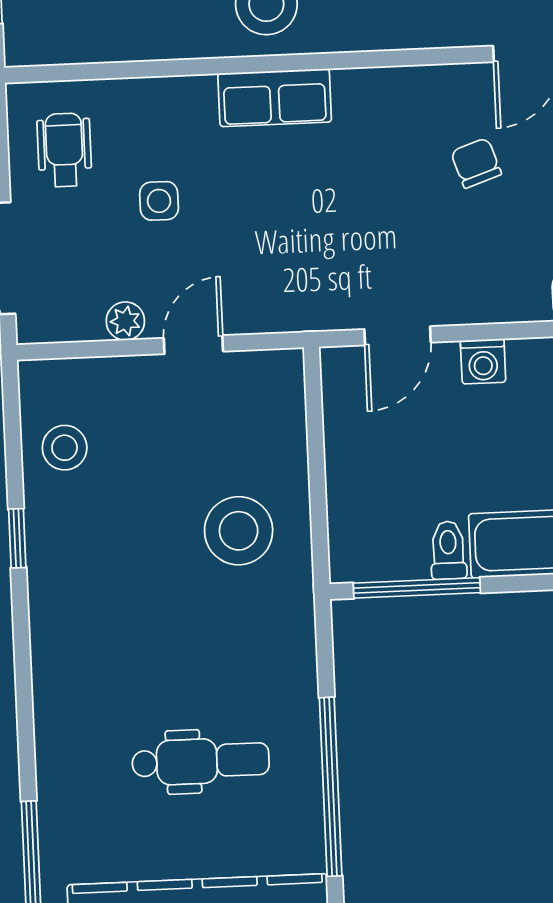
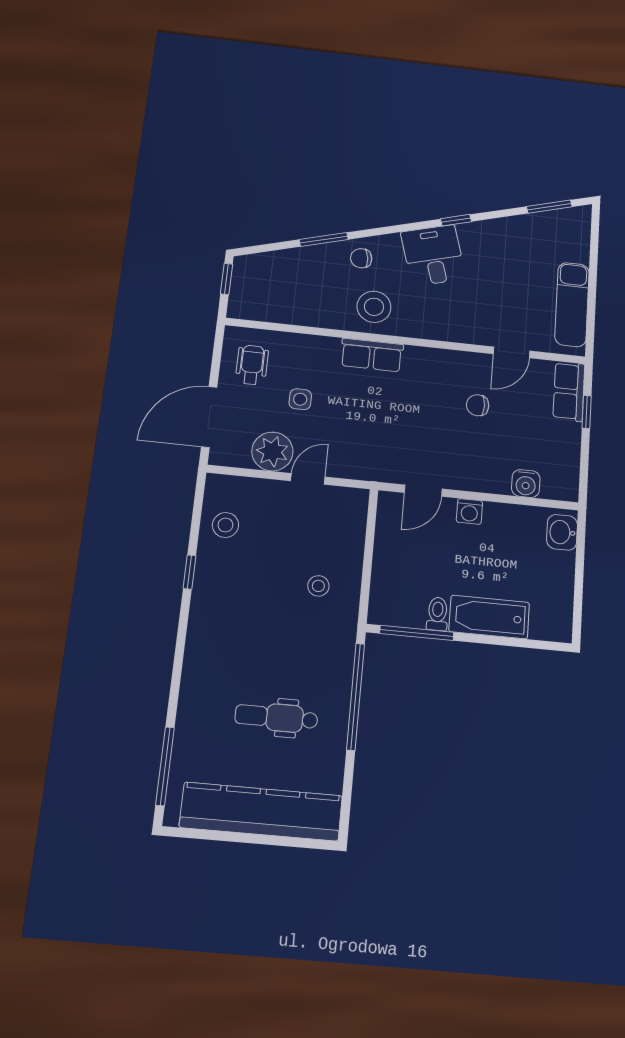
chair: (476, 163) -> (478, 405), turned -71
plant: (125, 321) -> (272, 451), width x1.88, depth x1.88
stool: (239, 531) -> (318, 586), width x0.53, depth x0.53
dental chair: (201, 761) -> (276, 717), turned 180
window: (331, 787) -> (356, 697), moved

